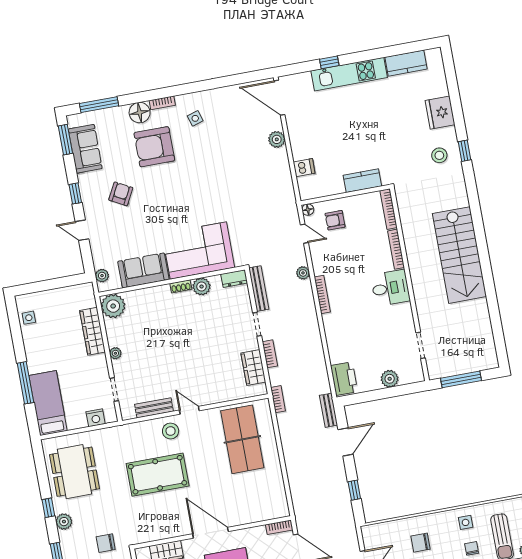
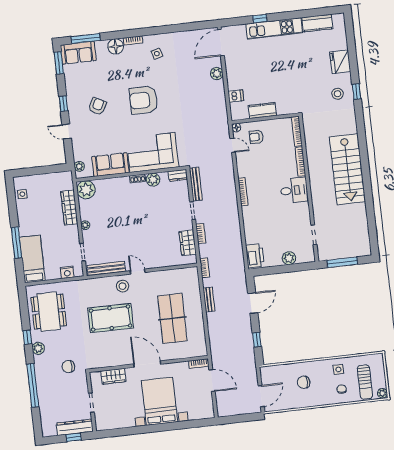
door: (279, 98) -> (221, 43), hinge flipped
armchair: (154, 147) -> (144, 100), moved
sofa: (85, 149) -> (78, 53), moved, turned 90
kitchen counter: (362, 181) -> (262, 111), moved
plant: (303, 273) -> (230, 175), removed
bench: (154, 408) -> (106, 268), width x1.36
bench: (328, 410) -> (209, 300), moved
table tennis table: (242, 439) -> (172, 318), moved

